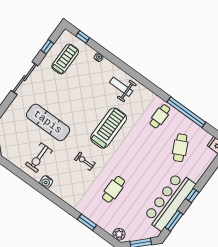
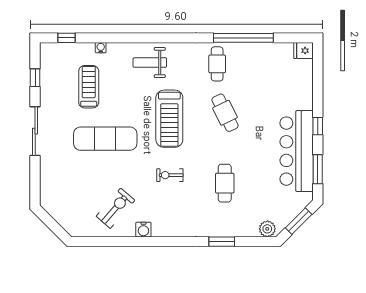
treadmill: (65, 59) -> (89, 87), moved
exercise mat: (48, 122) -> (105, 139), moved
treadmill: (109, 128) -> (169, 119), turned 180
cafe table: (180, 148) -> (225, 113), moved
exercise bike: (39, 158) -> (115, 208), turned -139

